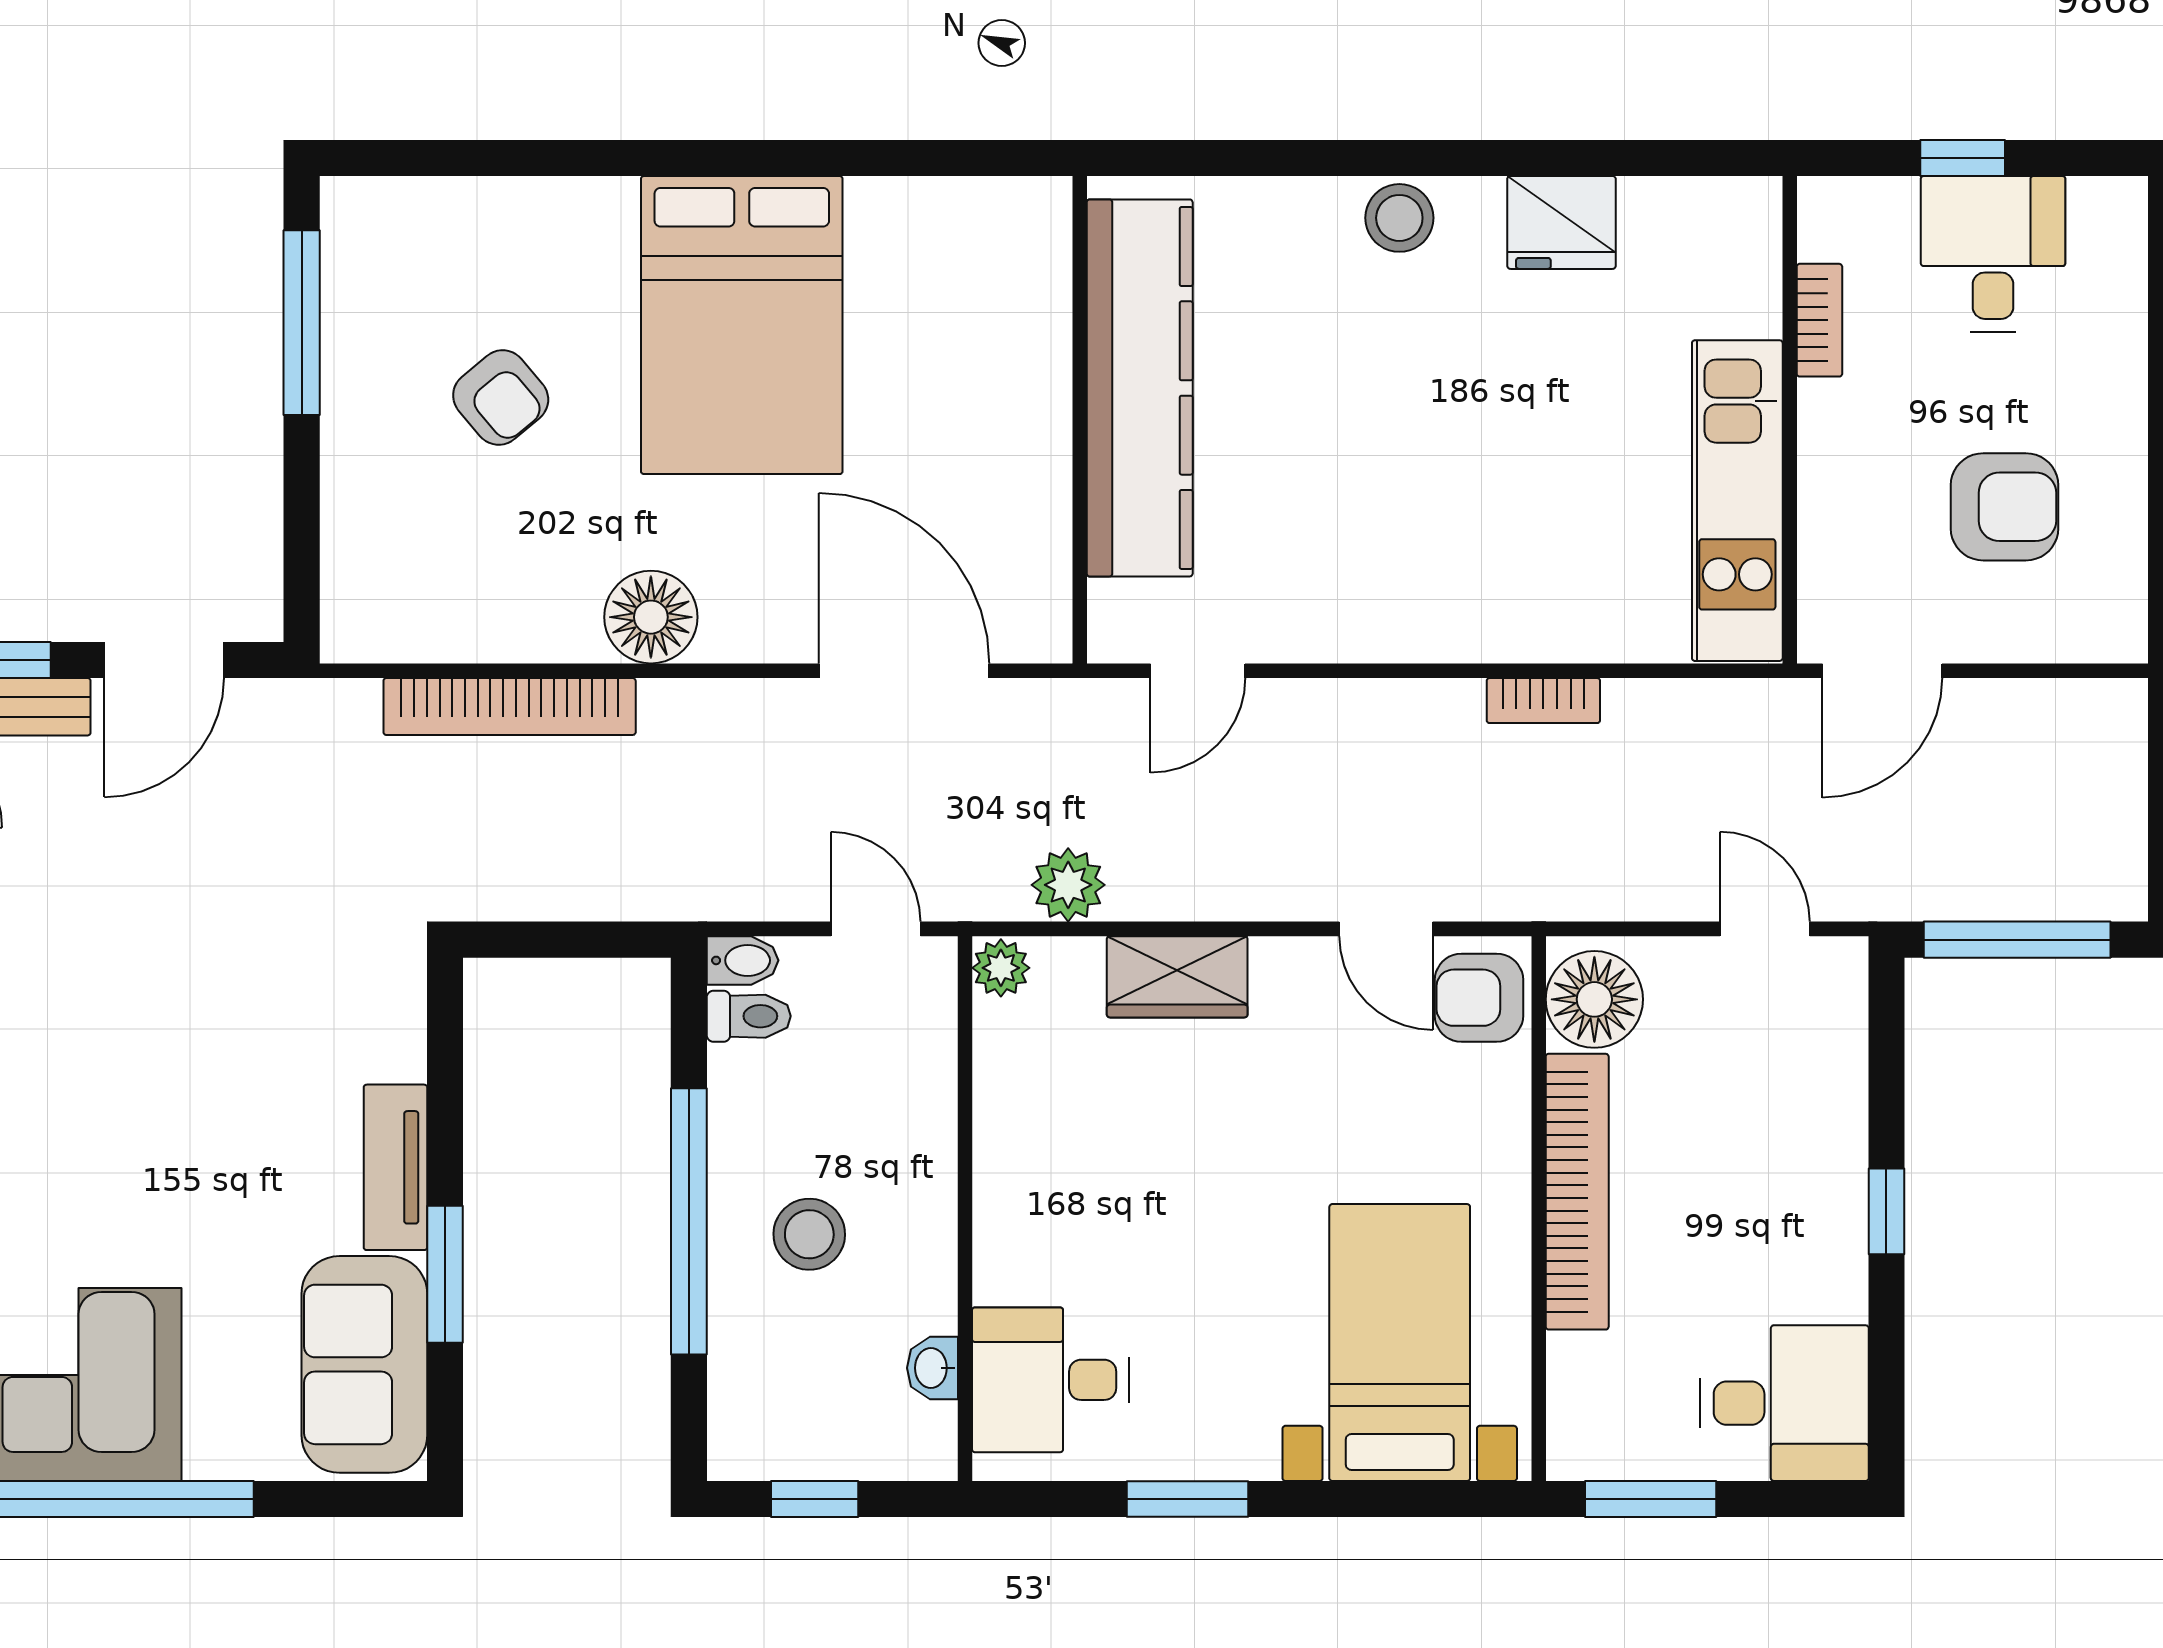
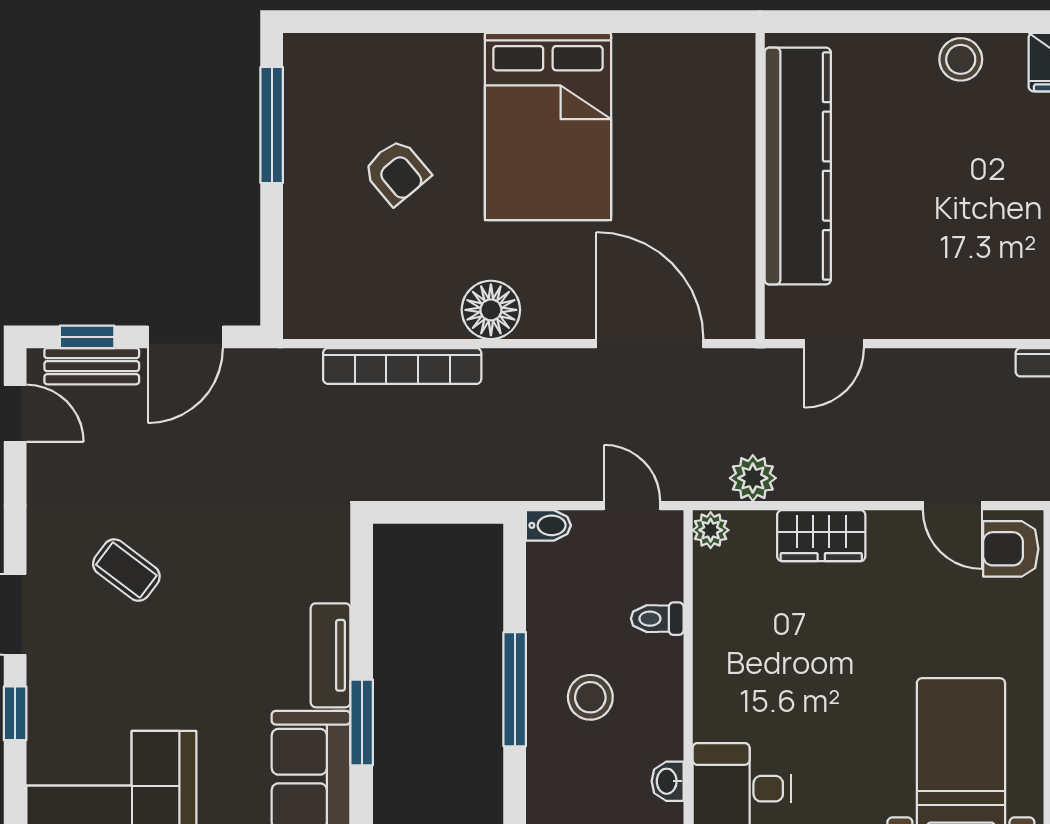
toilet: (749, 1016) -> (657, 619), moved, turned 180
coffee table: (70, 1032) -> (126, 570), added
window: (689, 1221) -> (515, 689), width x0.68

